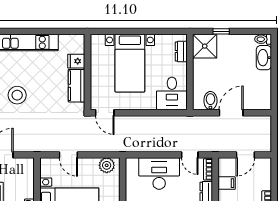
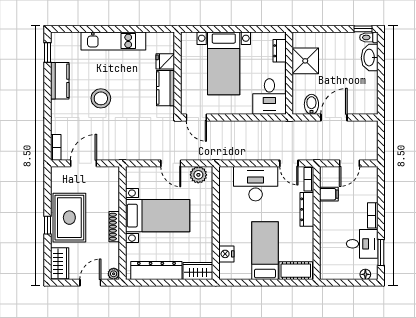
window: (221, 31) -> (363, 29), moved
shower: (205, 46) -> (305, 61), moved
door: (68, 155) -> (171, 163), moved

